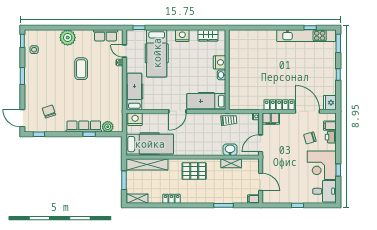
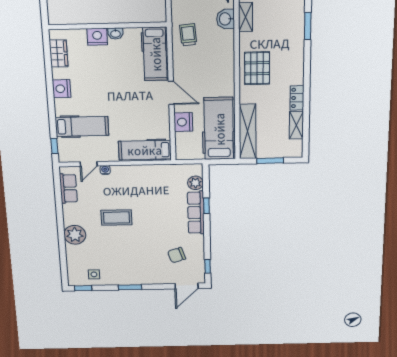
hospital bed: (157, 53) -> (82, 126), width x0.73, depth x0.78
nightstand: (135, 119) -> (183, 122), moved
trolley: (229, 120) -> (188, 35), moved
shelving: (137, 199) -> (296, 125), moved

